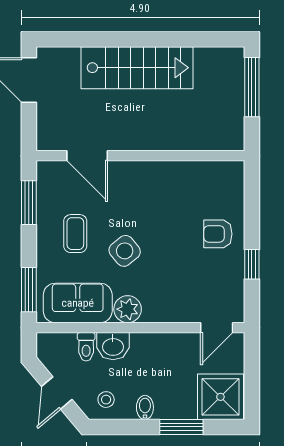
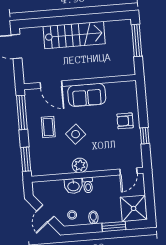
window: (29, 203) -> (22, 112), width x1.44
sofa: (78, 303) -> (87, 95), moved, turned 180
toilet: (86, 347) -> (88, 185), moved

